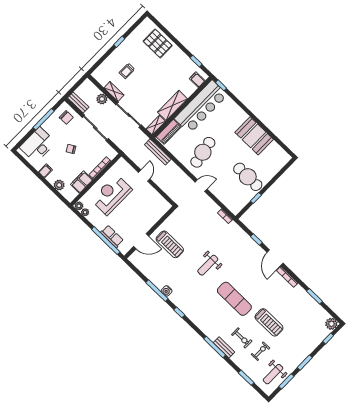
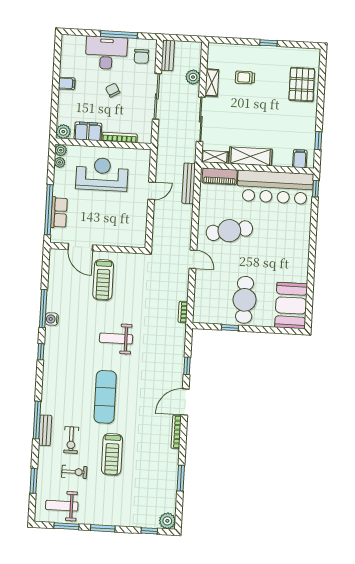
booth: (254, 136) -> (291, 306), moved
desk: (38, 145) -> (106, 53), moved
plant: (59, 185) -> (63, 132), moved

